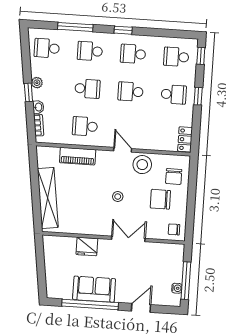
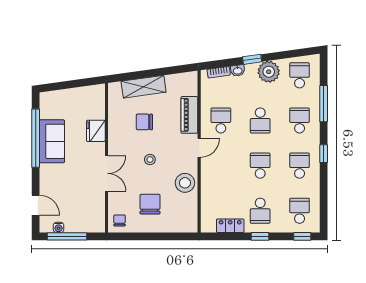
plant: (37, 83) -> (269, 72), width x1.88, depth x1.88
locker: (185, 139) -> (230, 226), moved
door: (123, 150) -> (199, 148), moved
chair: (174, 177) -> (144, 122), moved
shelving: (48, 198) -> (144, 87), width x0.68
door: (141, 308) -> (36, 205), moved

